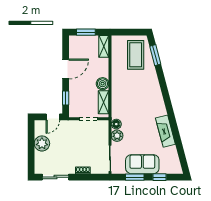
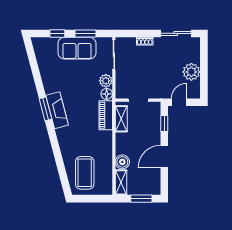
window: (155, 55) -> (45, 109), moved
boiler: (103, 84) -> (122, 162), moved
piano: (117, 105) -> (106, 115), added
fireplace: (165, 131) -> (57, 110), moved

